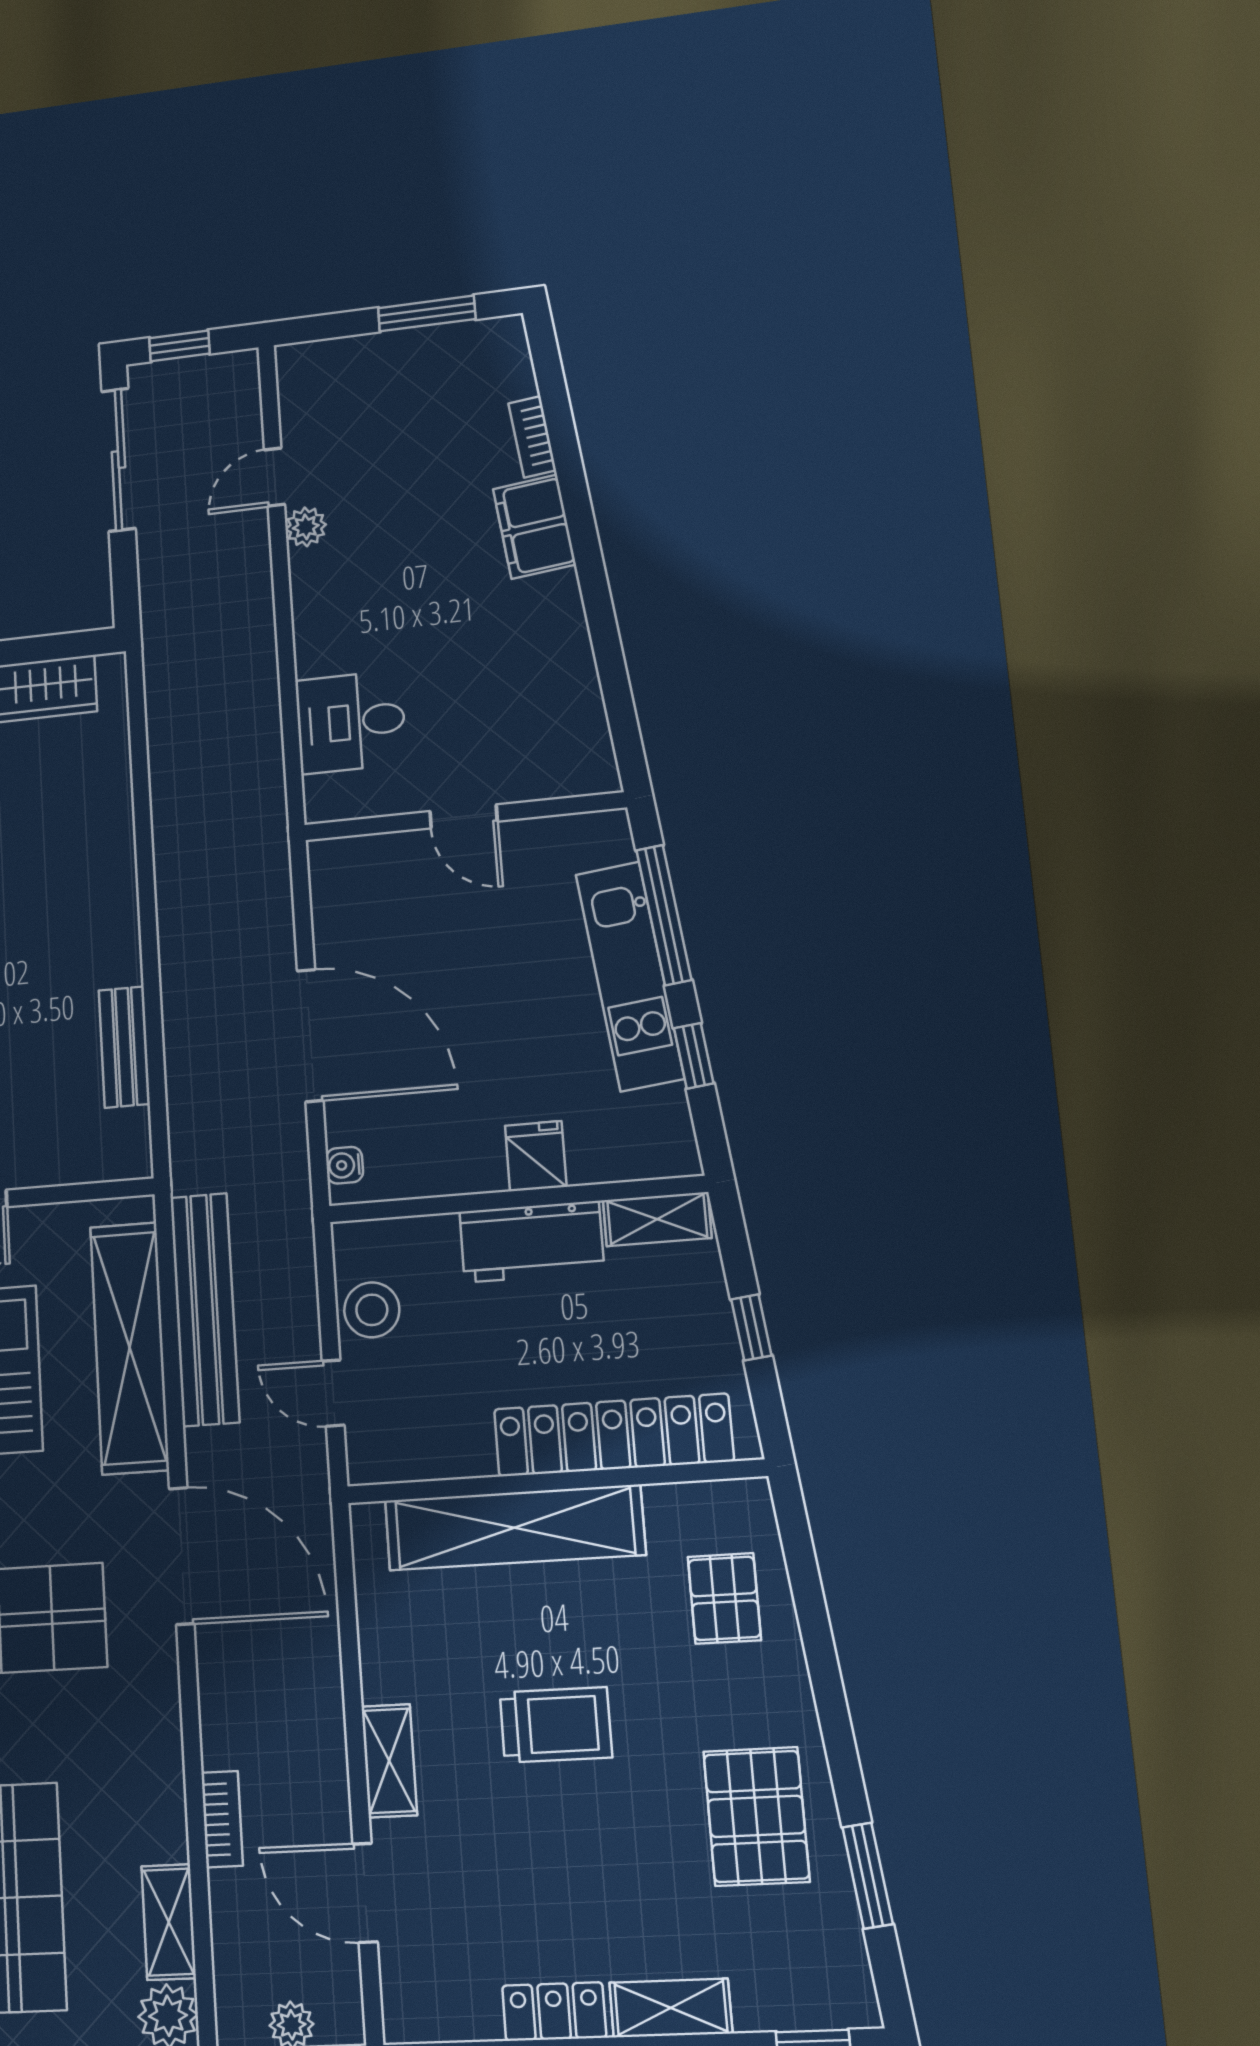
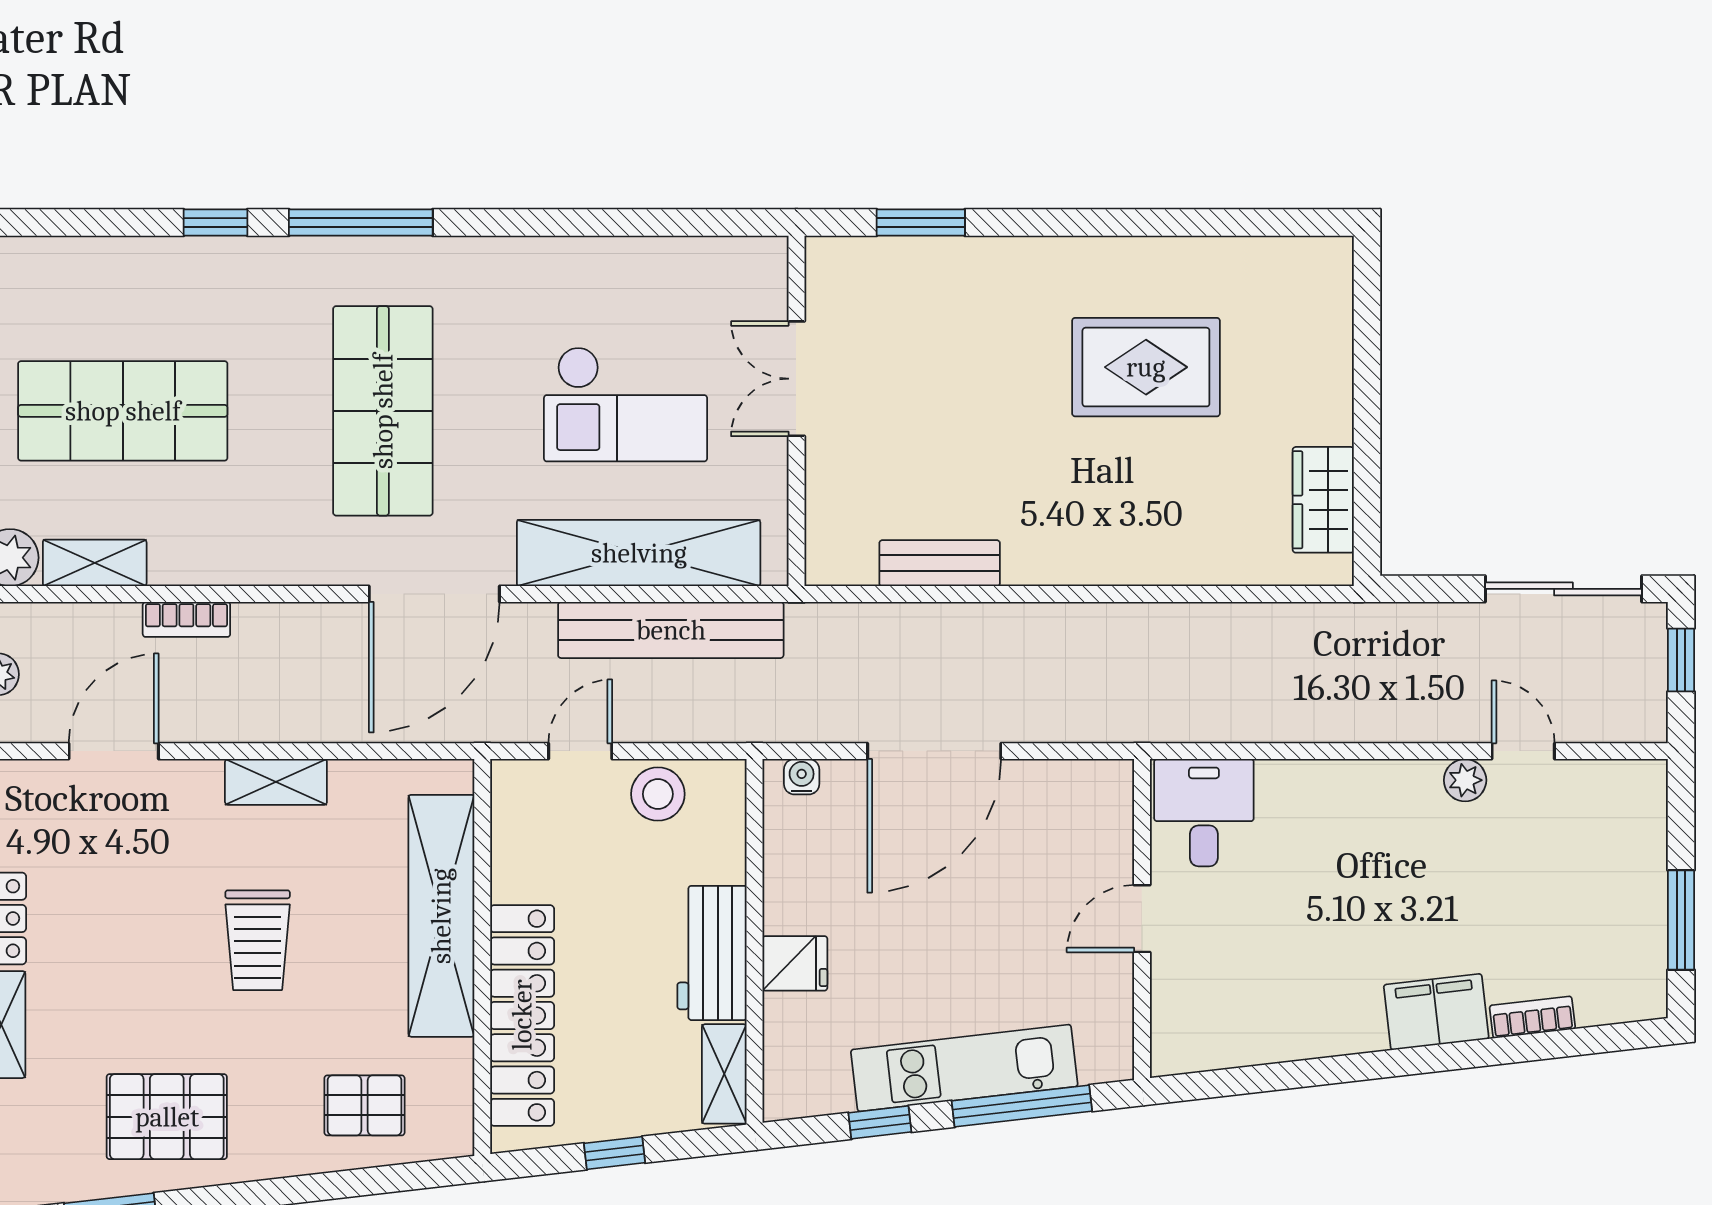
desk: (351, 722) -> (1204, 813), moved
shelving: (389, 1761) -> (276, 782), moved

